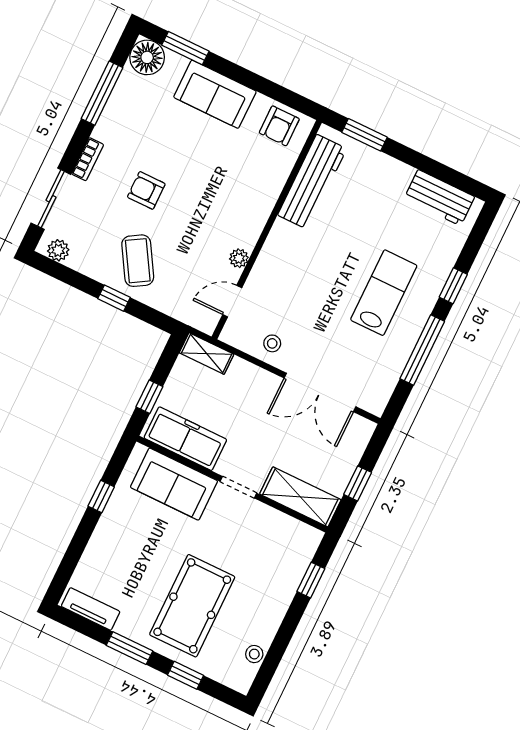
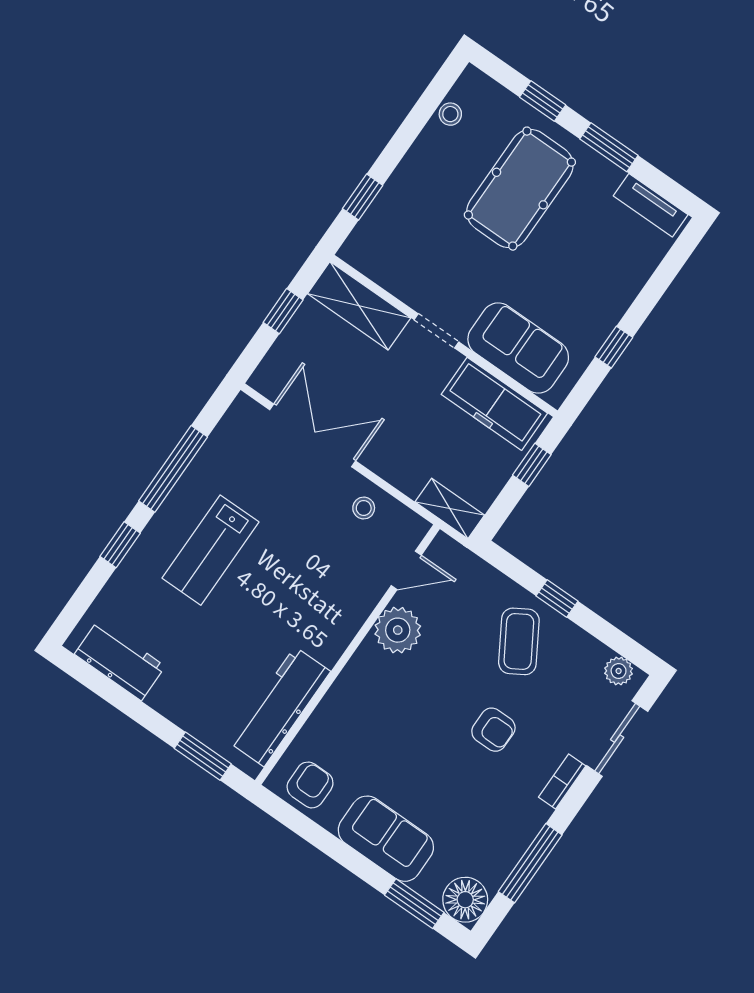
plant: (239, 258) -> (398, 630), width x1.88, depth x1.88

